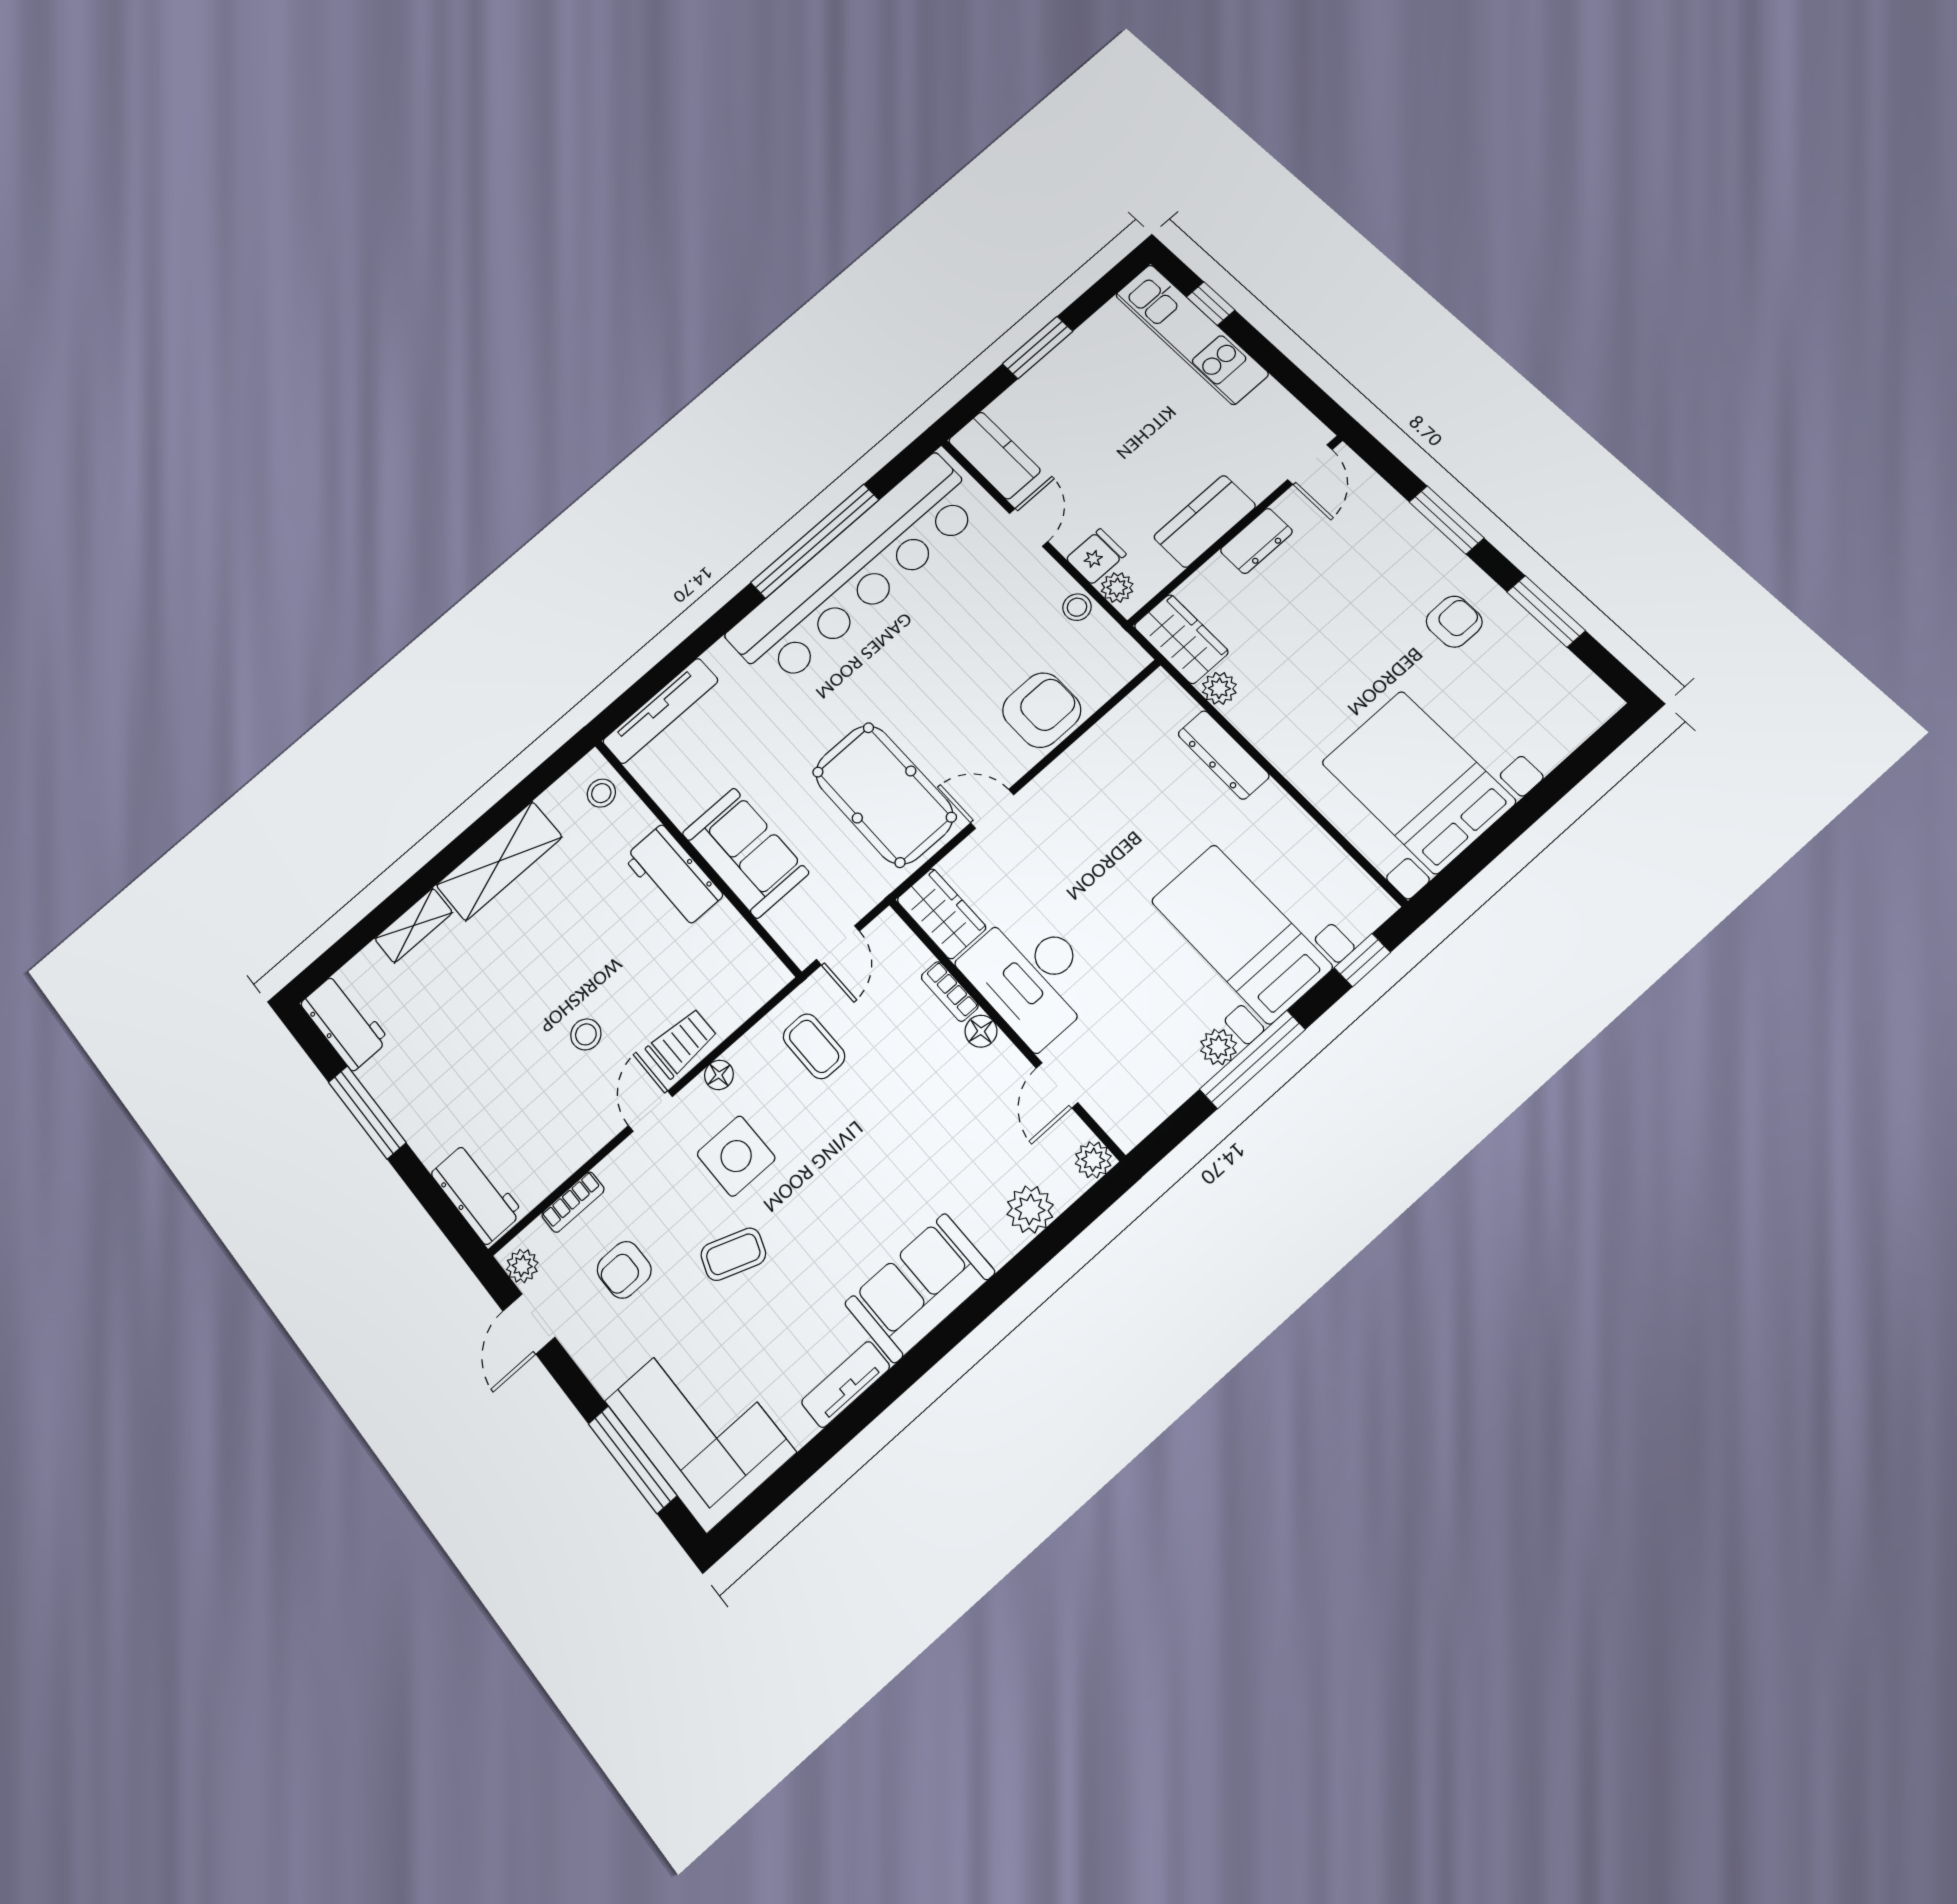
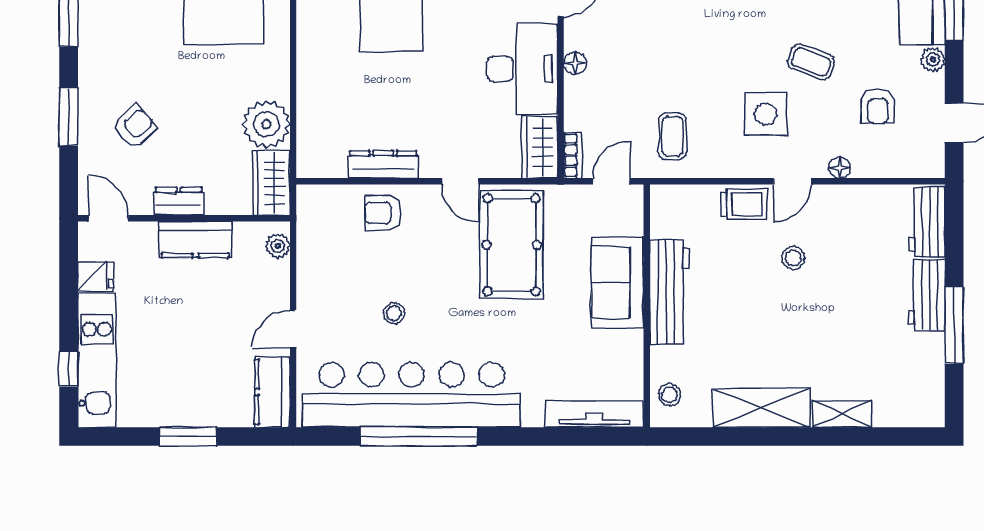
door: (1310, 465) -> (108, 218), hinge flipped
fridge: (1096, 556) -> (96, 276), moved, turned 180
stool: (1077, 607) -> (394, 313), moved
armchair: (1454, 622) -> (135, 127), moved, turned 138
plant: (1219, 688) -> (266, 124), width x1.88, depth x1.88
armchair: (1042, 710) -> (383, 213), width x0.72, depth x0.72
dresser: (1223, 755) -> (383, 165), moved, turned -90
workbench: (673, 876) -> (669, 292), width x1.37
bookcase: (950, 991) -> (573, 155), moved
workbench: (345, 1022) -> (927, 295), moved
trolley: (682, 1043) -> (744, 204), turned 180
floor lamp: (719, 1075) -> (840, 168), moved
bookcase: (573, 1202) -> (877, 169), removed
plant: (522, 1266) -> (933, 59), moved
armchair: (624, 1270) -> (878, 106), turned 90

